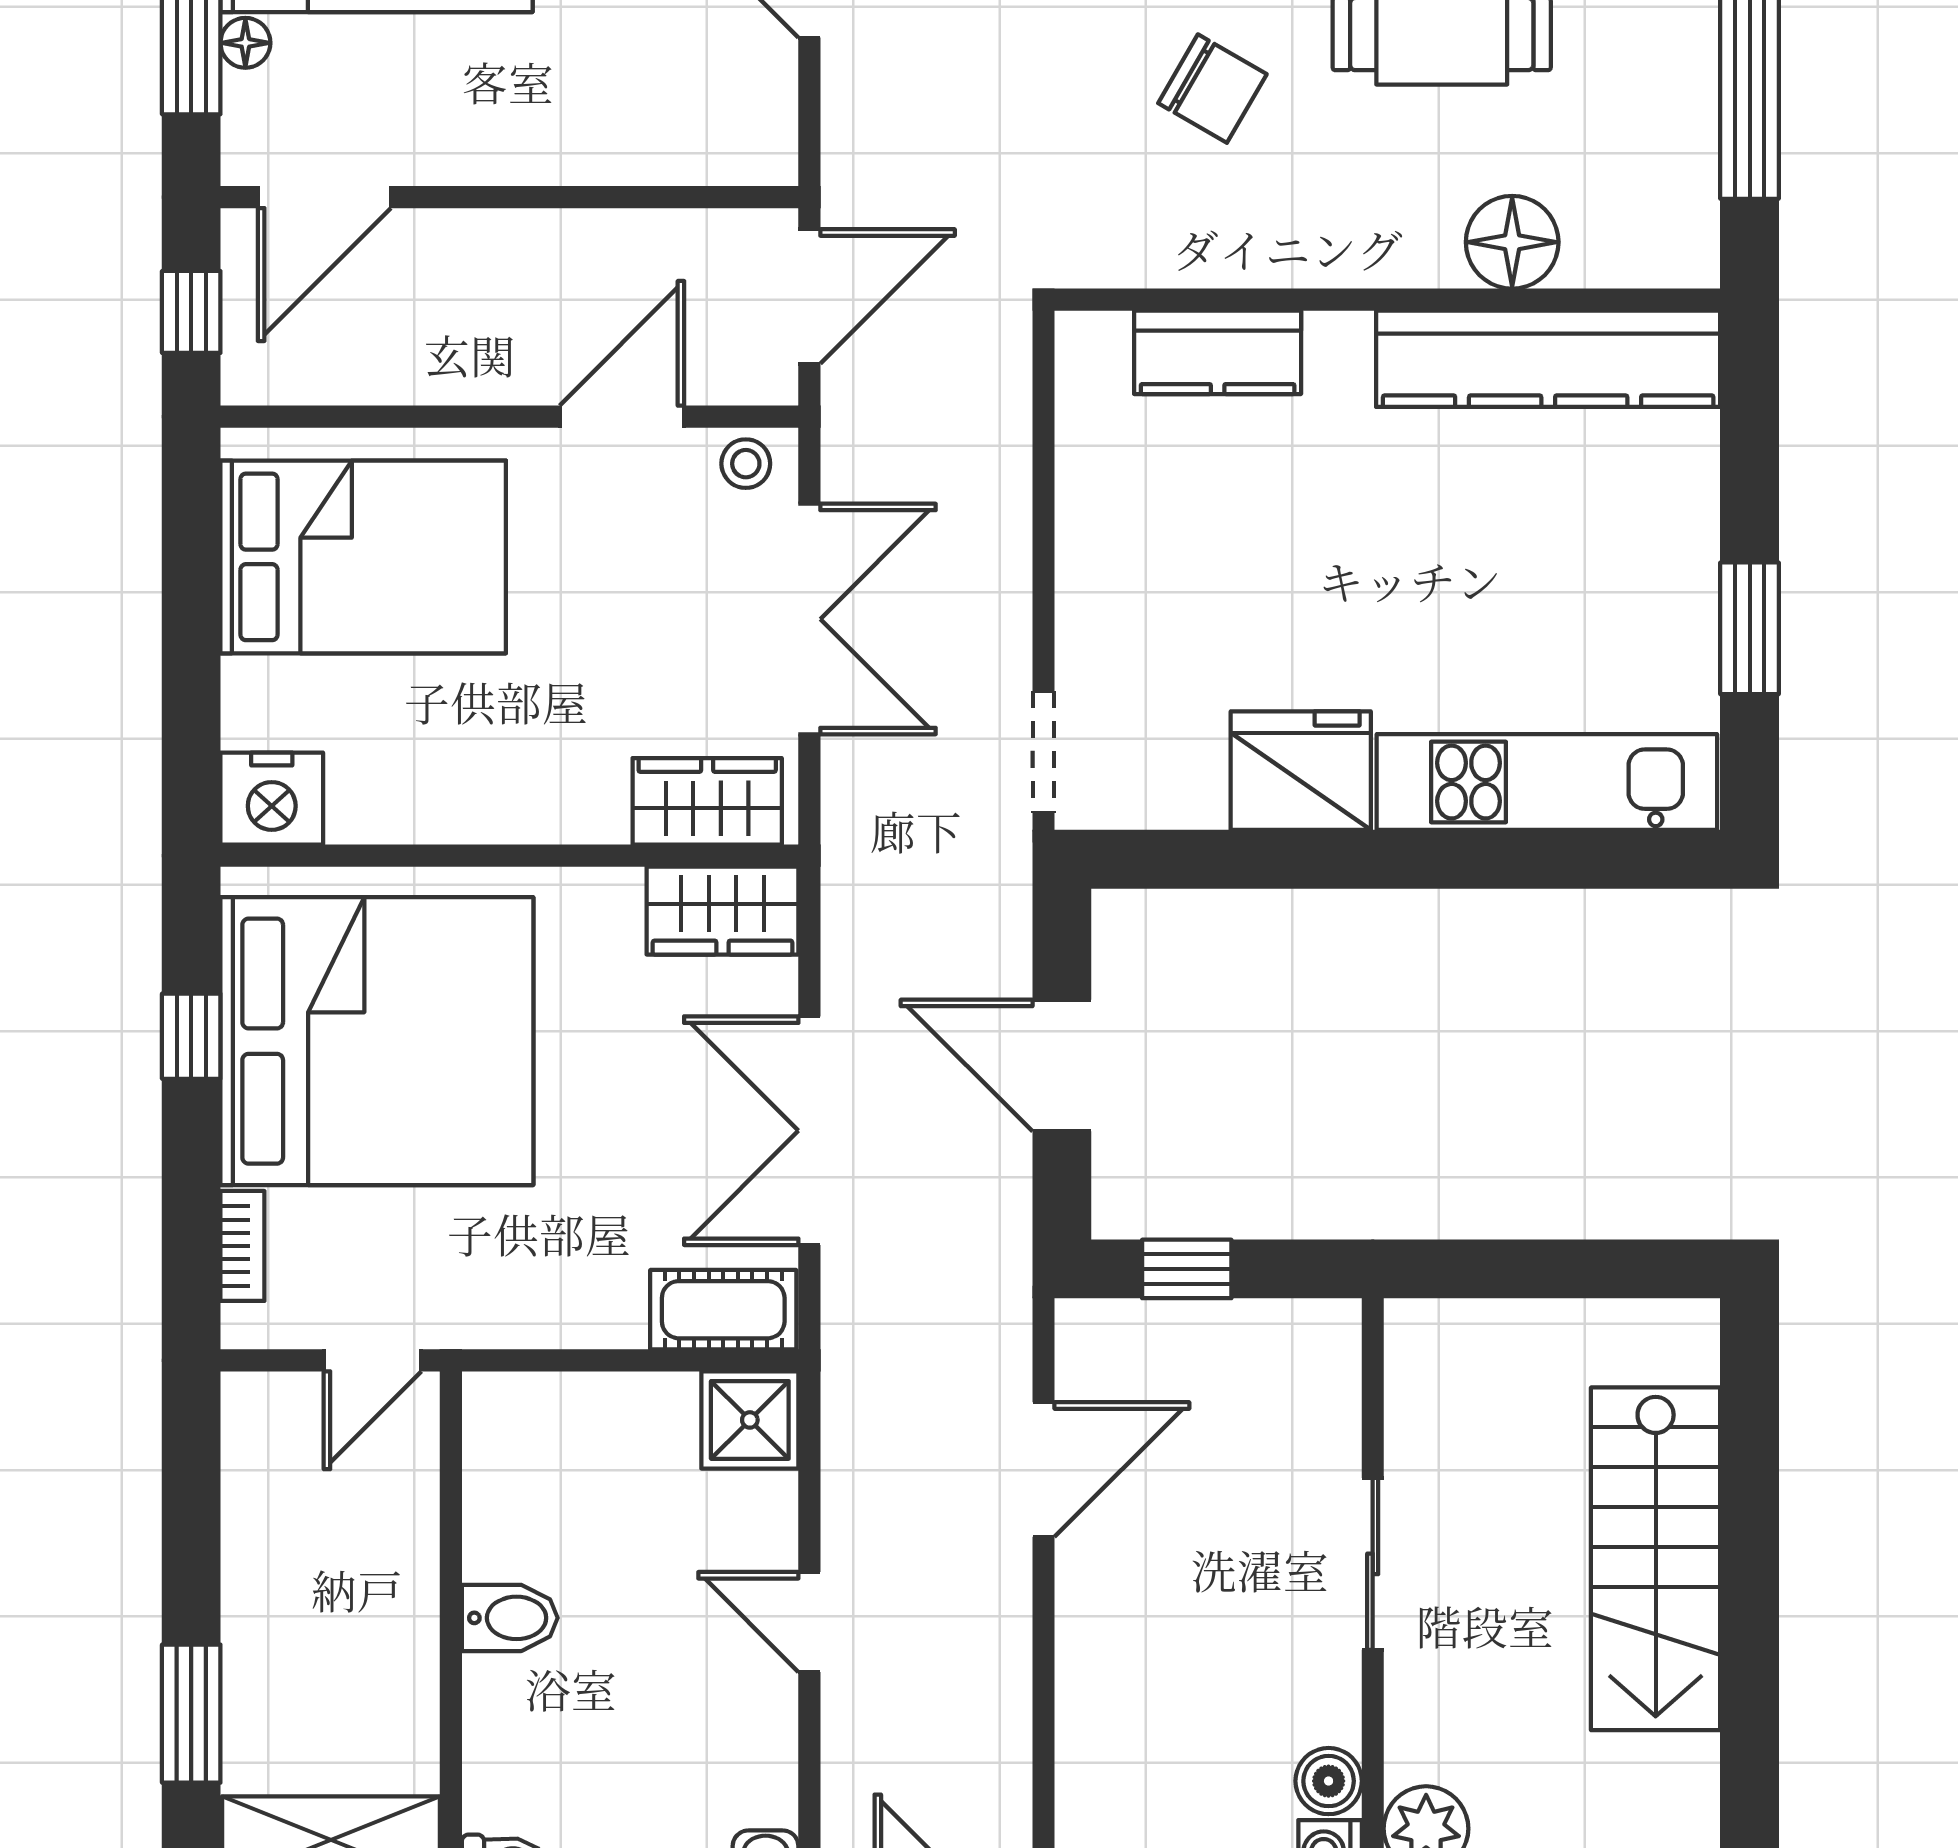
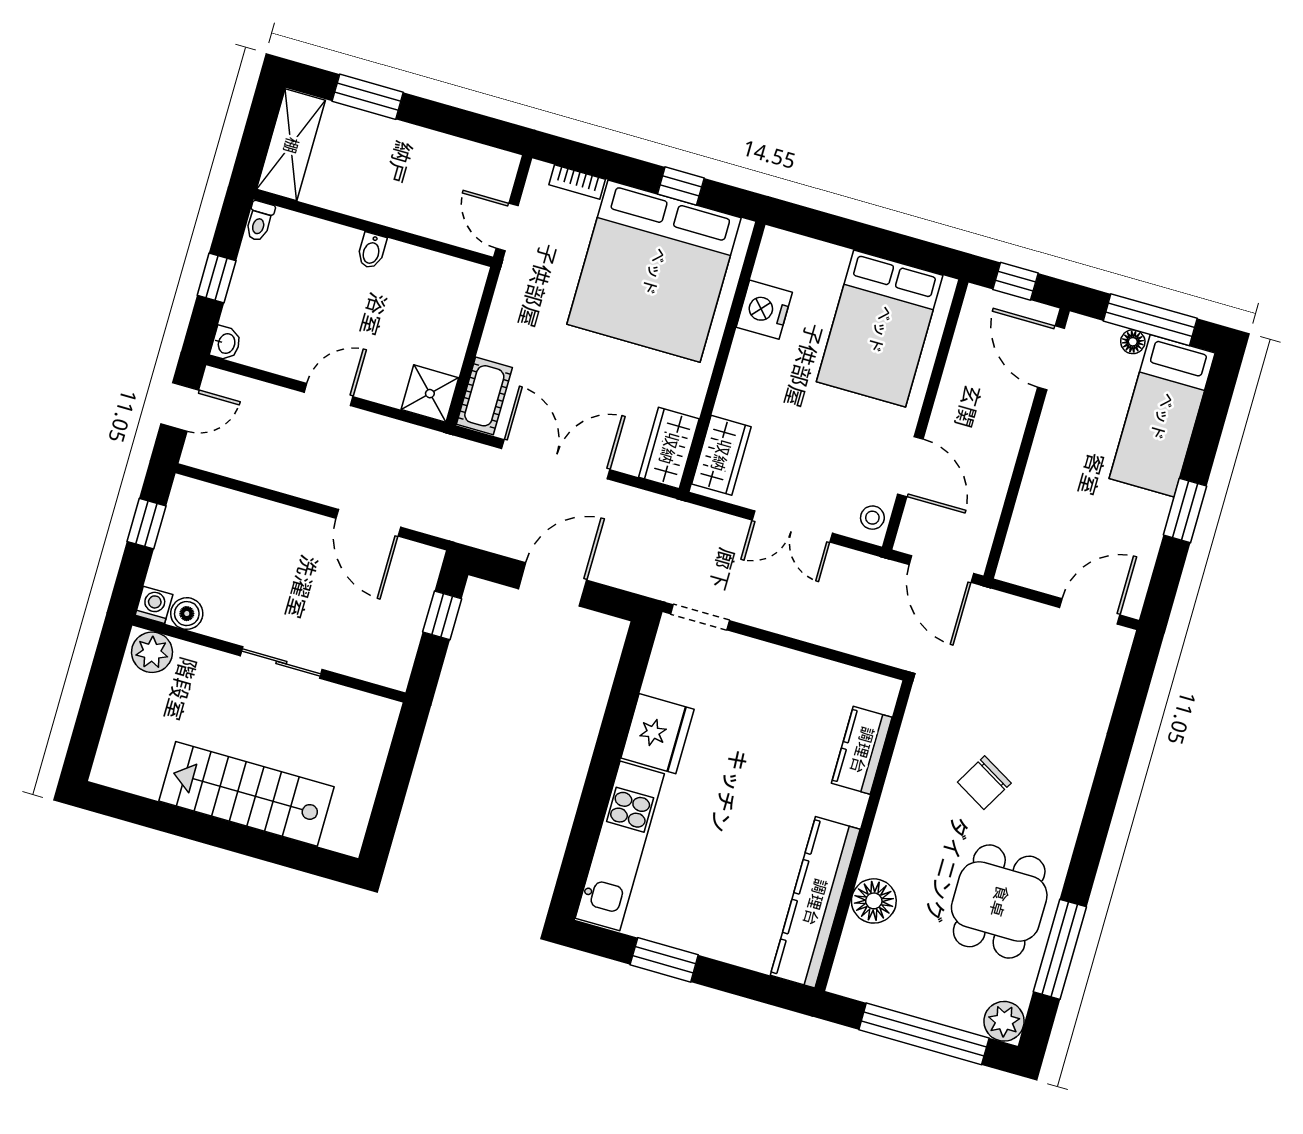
double door: (809, 619) -> (792, 527), width x0.73
nightstand: (272, 799) -> (764, 310), moved
bidet: (510, 1618) -> (372, 251), width x0.72, depth x0.74

